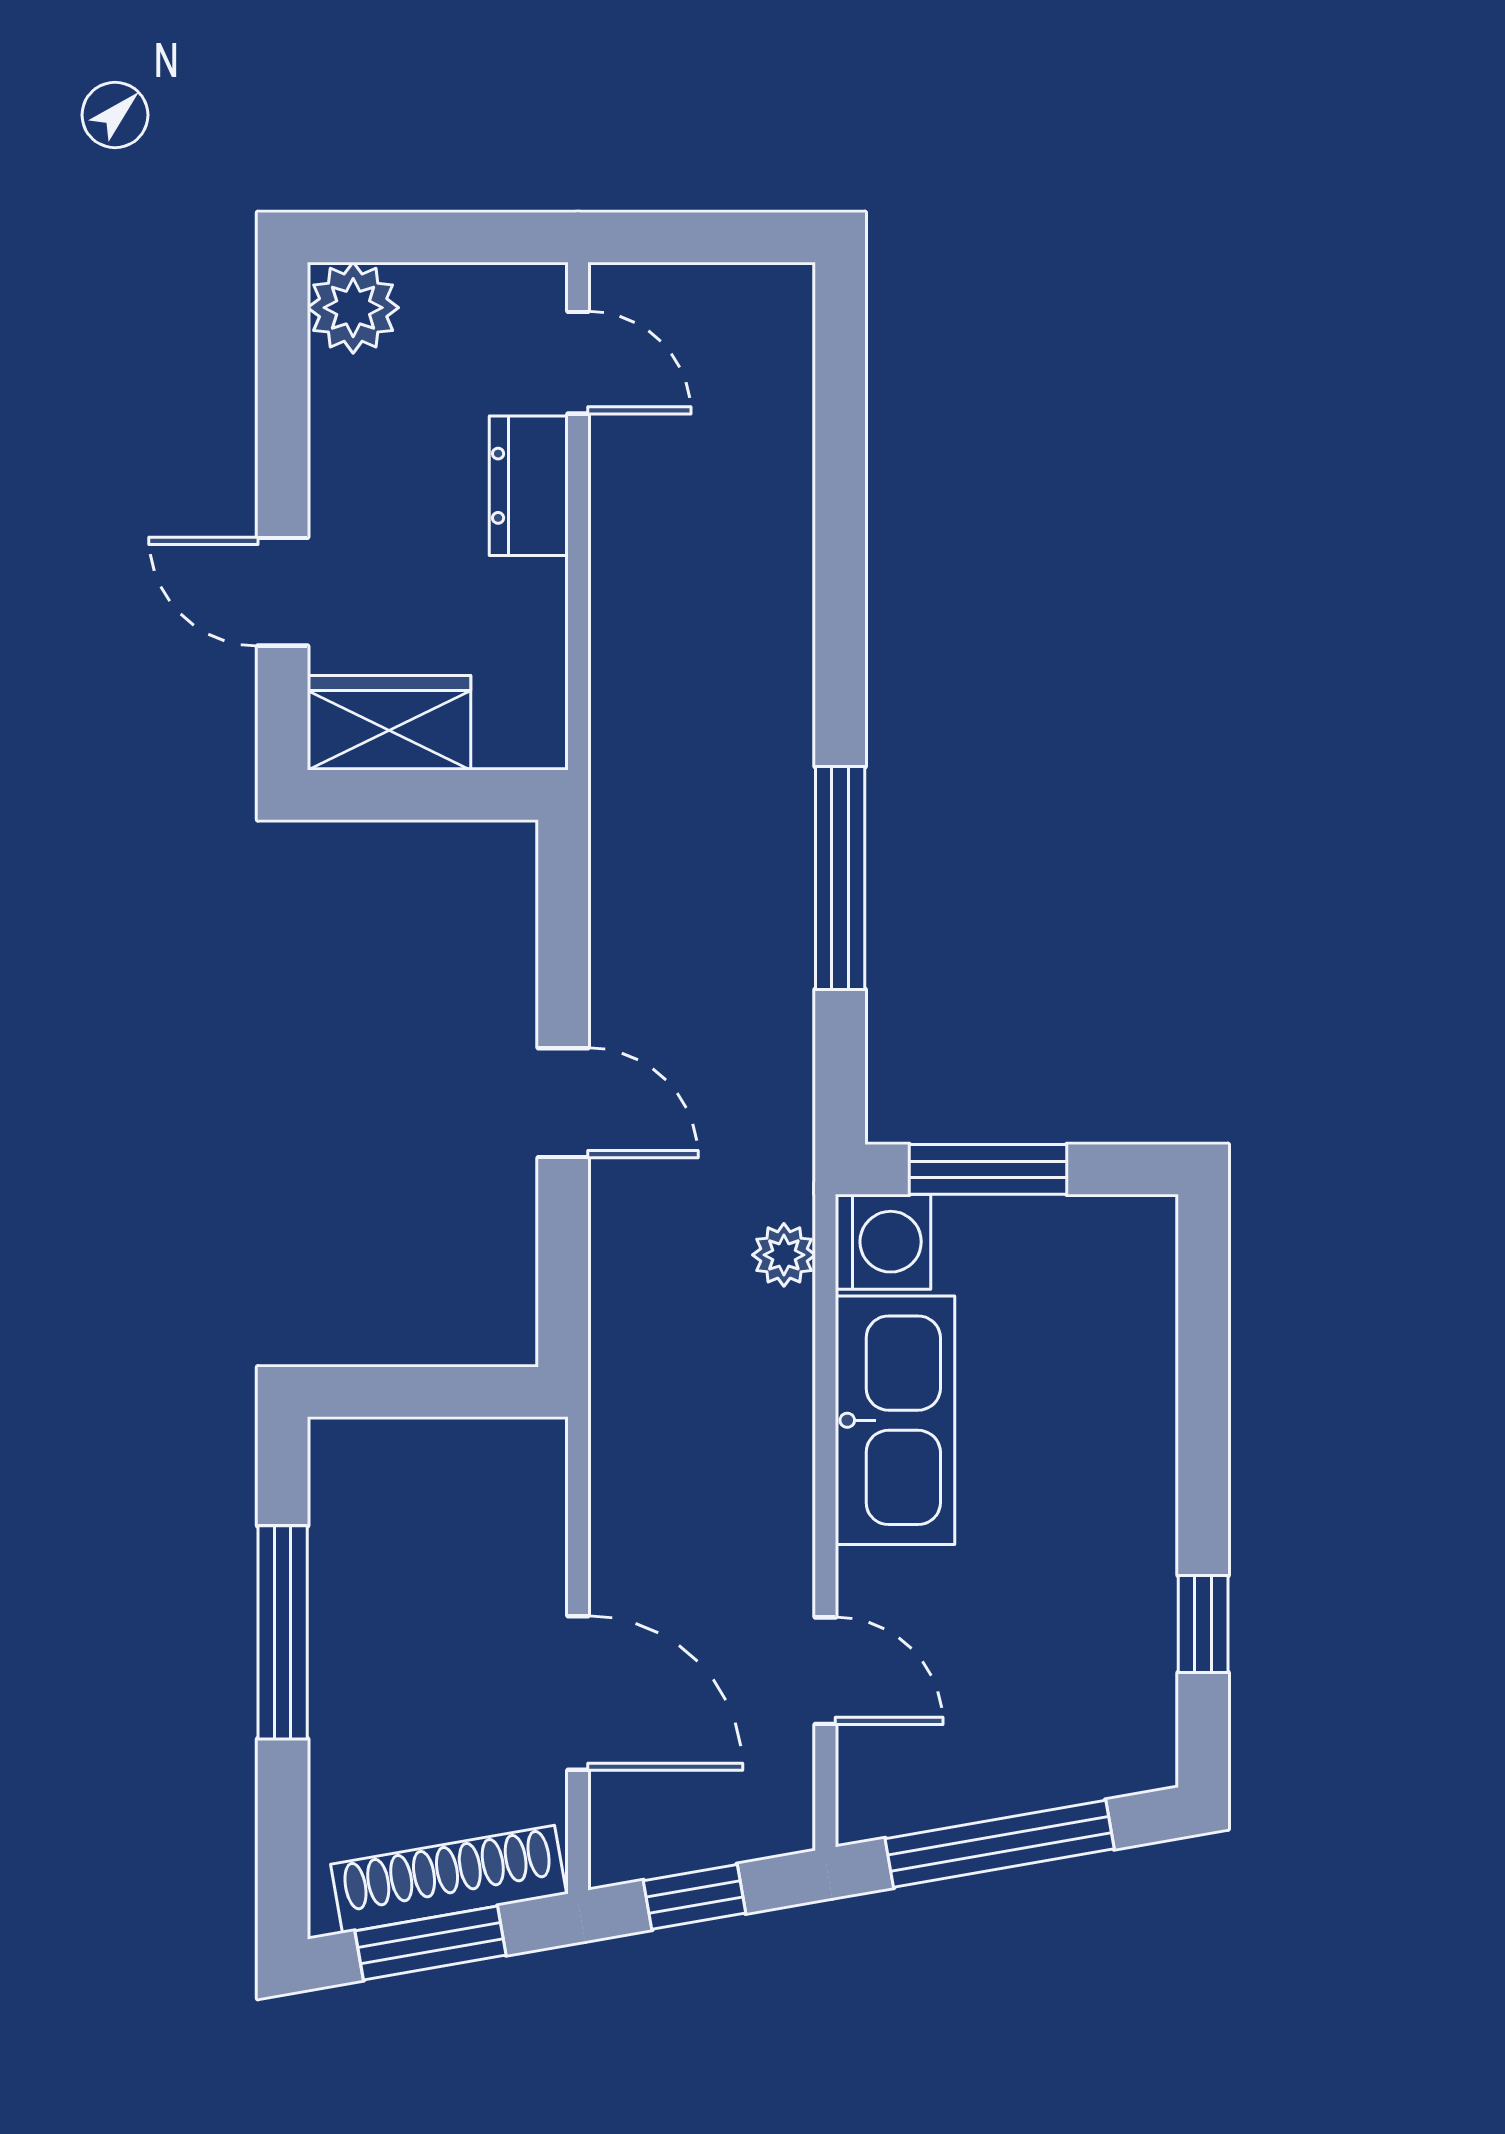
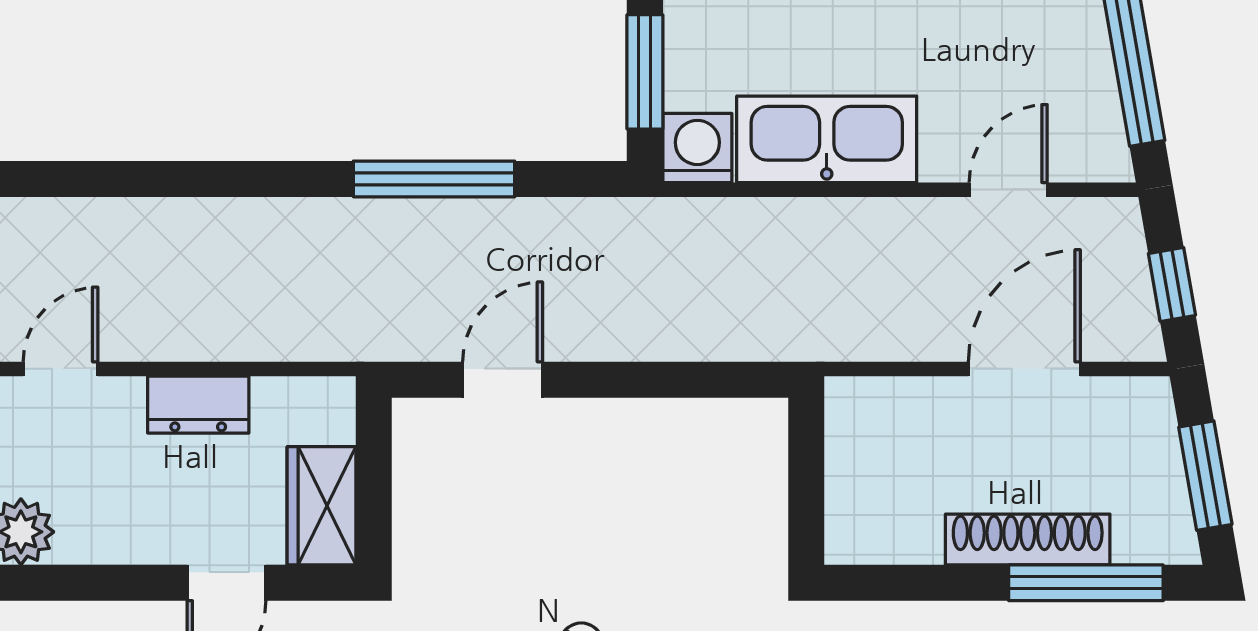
dresser: (529, 486) -> (198, 405), moved
door: (563, 1103) -> (503, 380), moved
plant: (784, 1255) -> (707, 220), removed
window: (283, 1632) -> (1086, 583), moved
shoe rack: (449, 1879) -> (1028, 539), moved, turned 100

